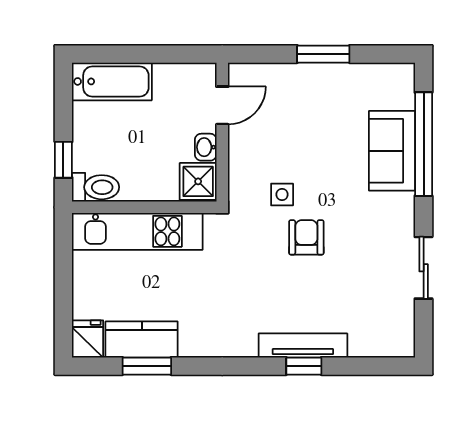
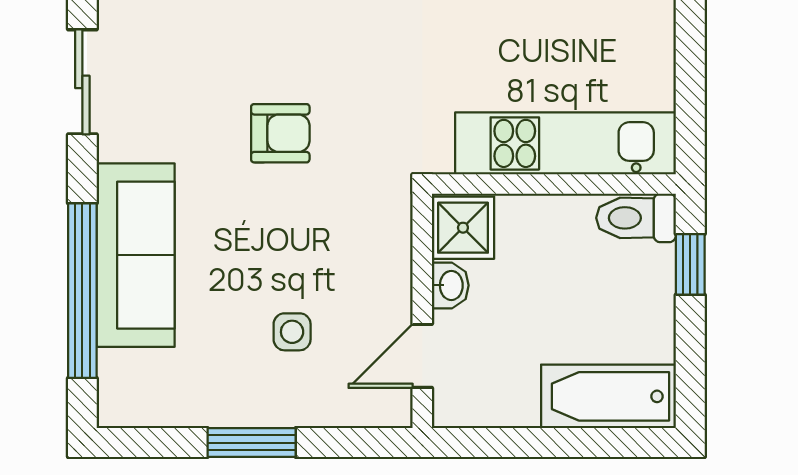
sofa: (392, 151) -> (136, 255), width x1.36
side table: (282, 194) -> (292, 332), moved
armchair: (306, 237) -> (280, 133), turned -90

